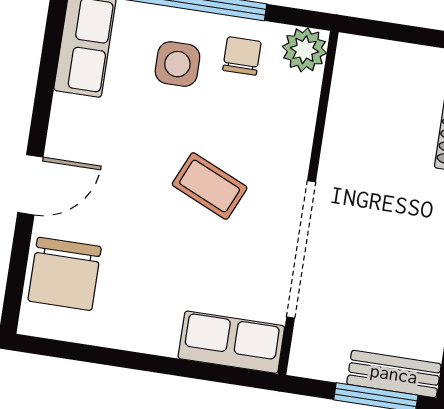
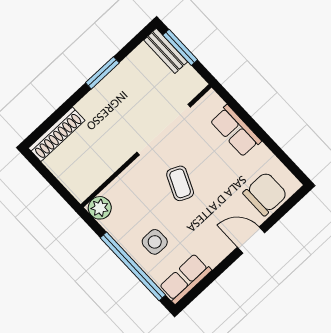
chair: (242, 56) -> (127, 225), removed
row of seats: (231, 342) -> (236, 131), moved

